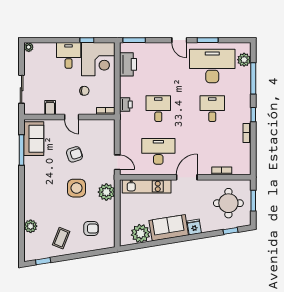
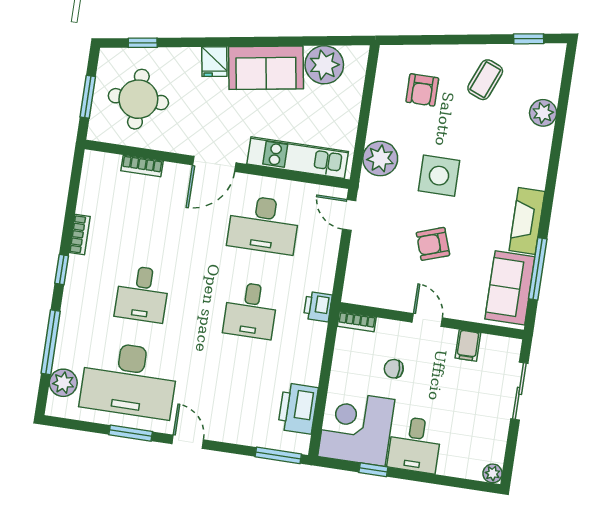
printer: (126, 104) -> (318, 307), moved
fireplace: (30, 172) -> (527, 221), added
armchair: (91, 229) -> (422, 90), turned -90

